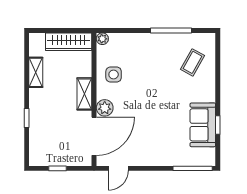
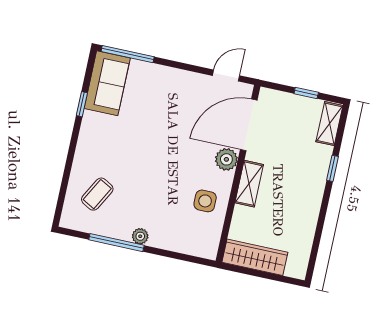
plant: (102, 39) -> (140, 236), moved
shelving: (36, 72) -> (329, 124), moved
sofa: (203, 125) -> (107, 83), moved

